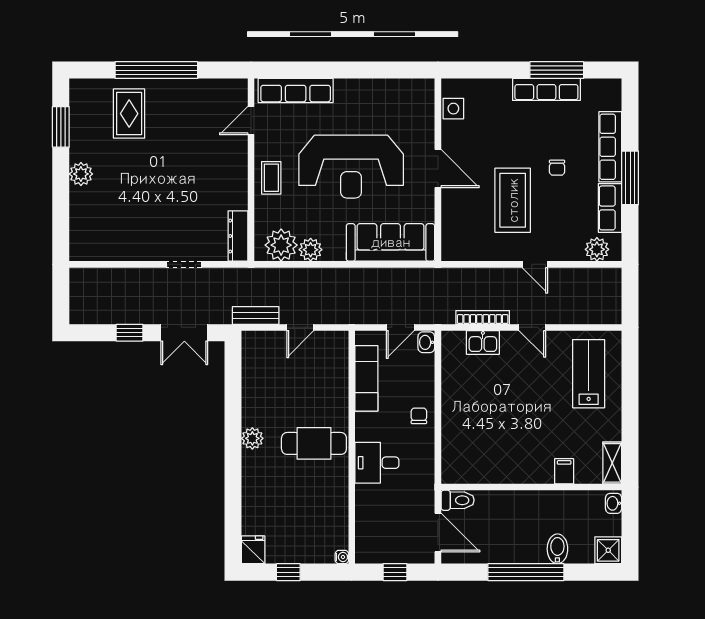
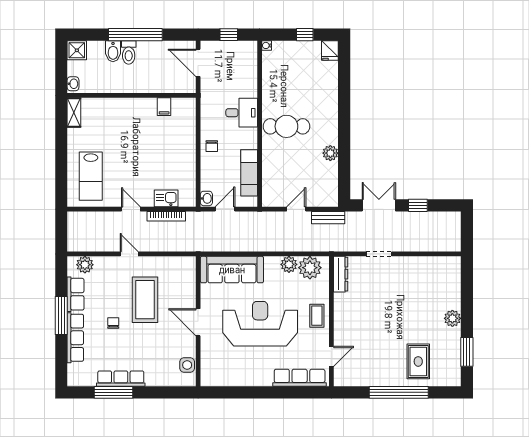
plant: (252, 438) -> (330, 153), moved
filing cabinet: (564, 471) -> (164, 107), moved
toilet: (458, 500) -> (129, 52), moved, turned -90

